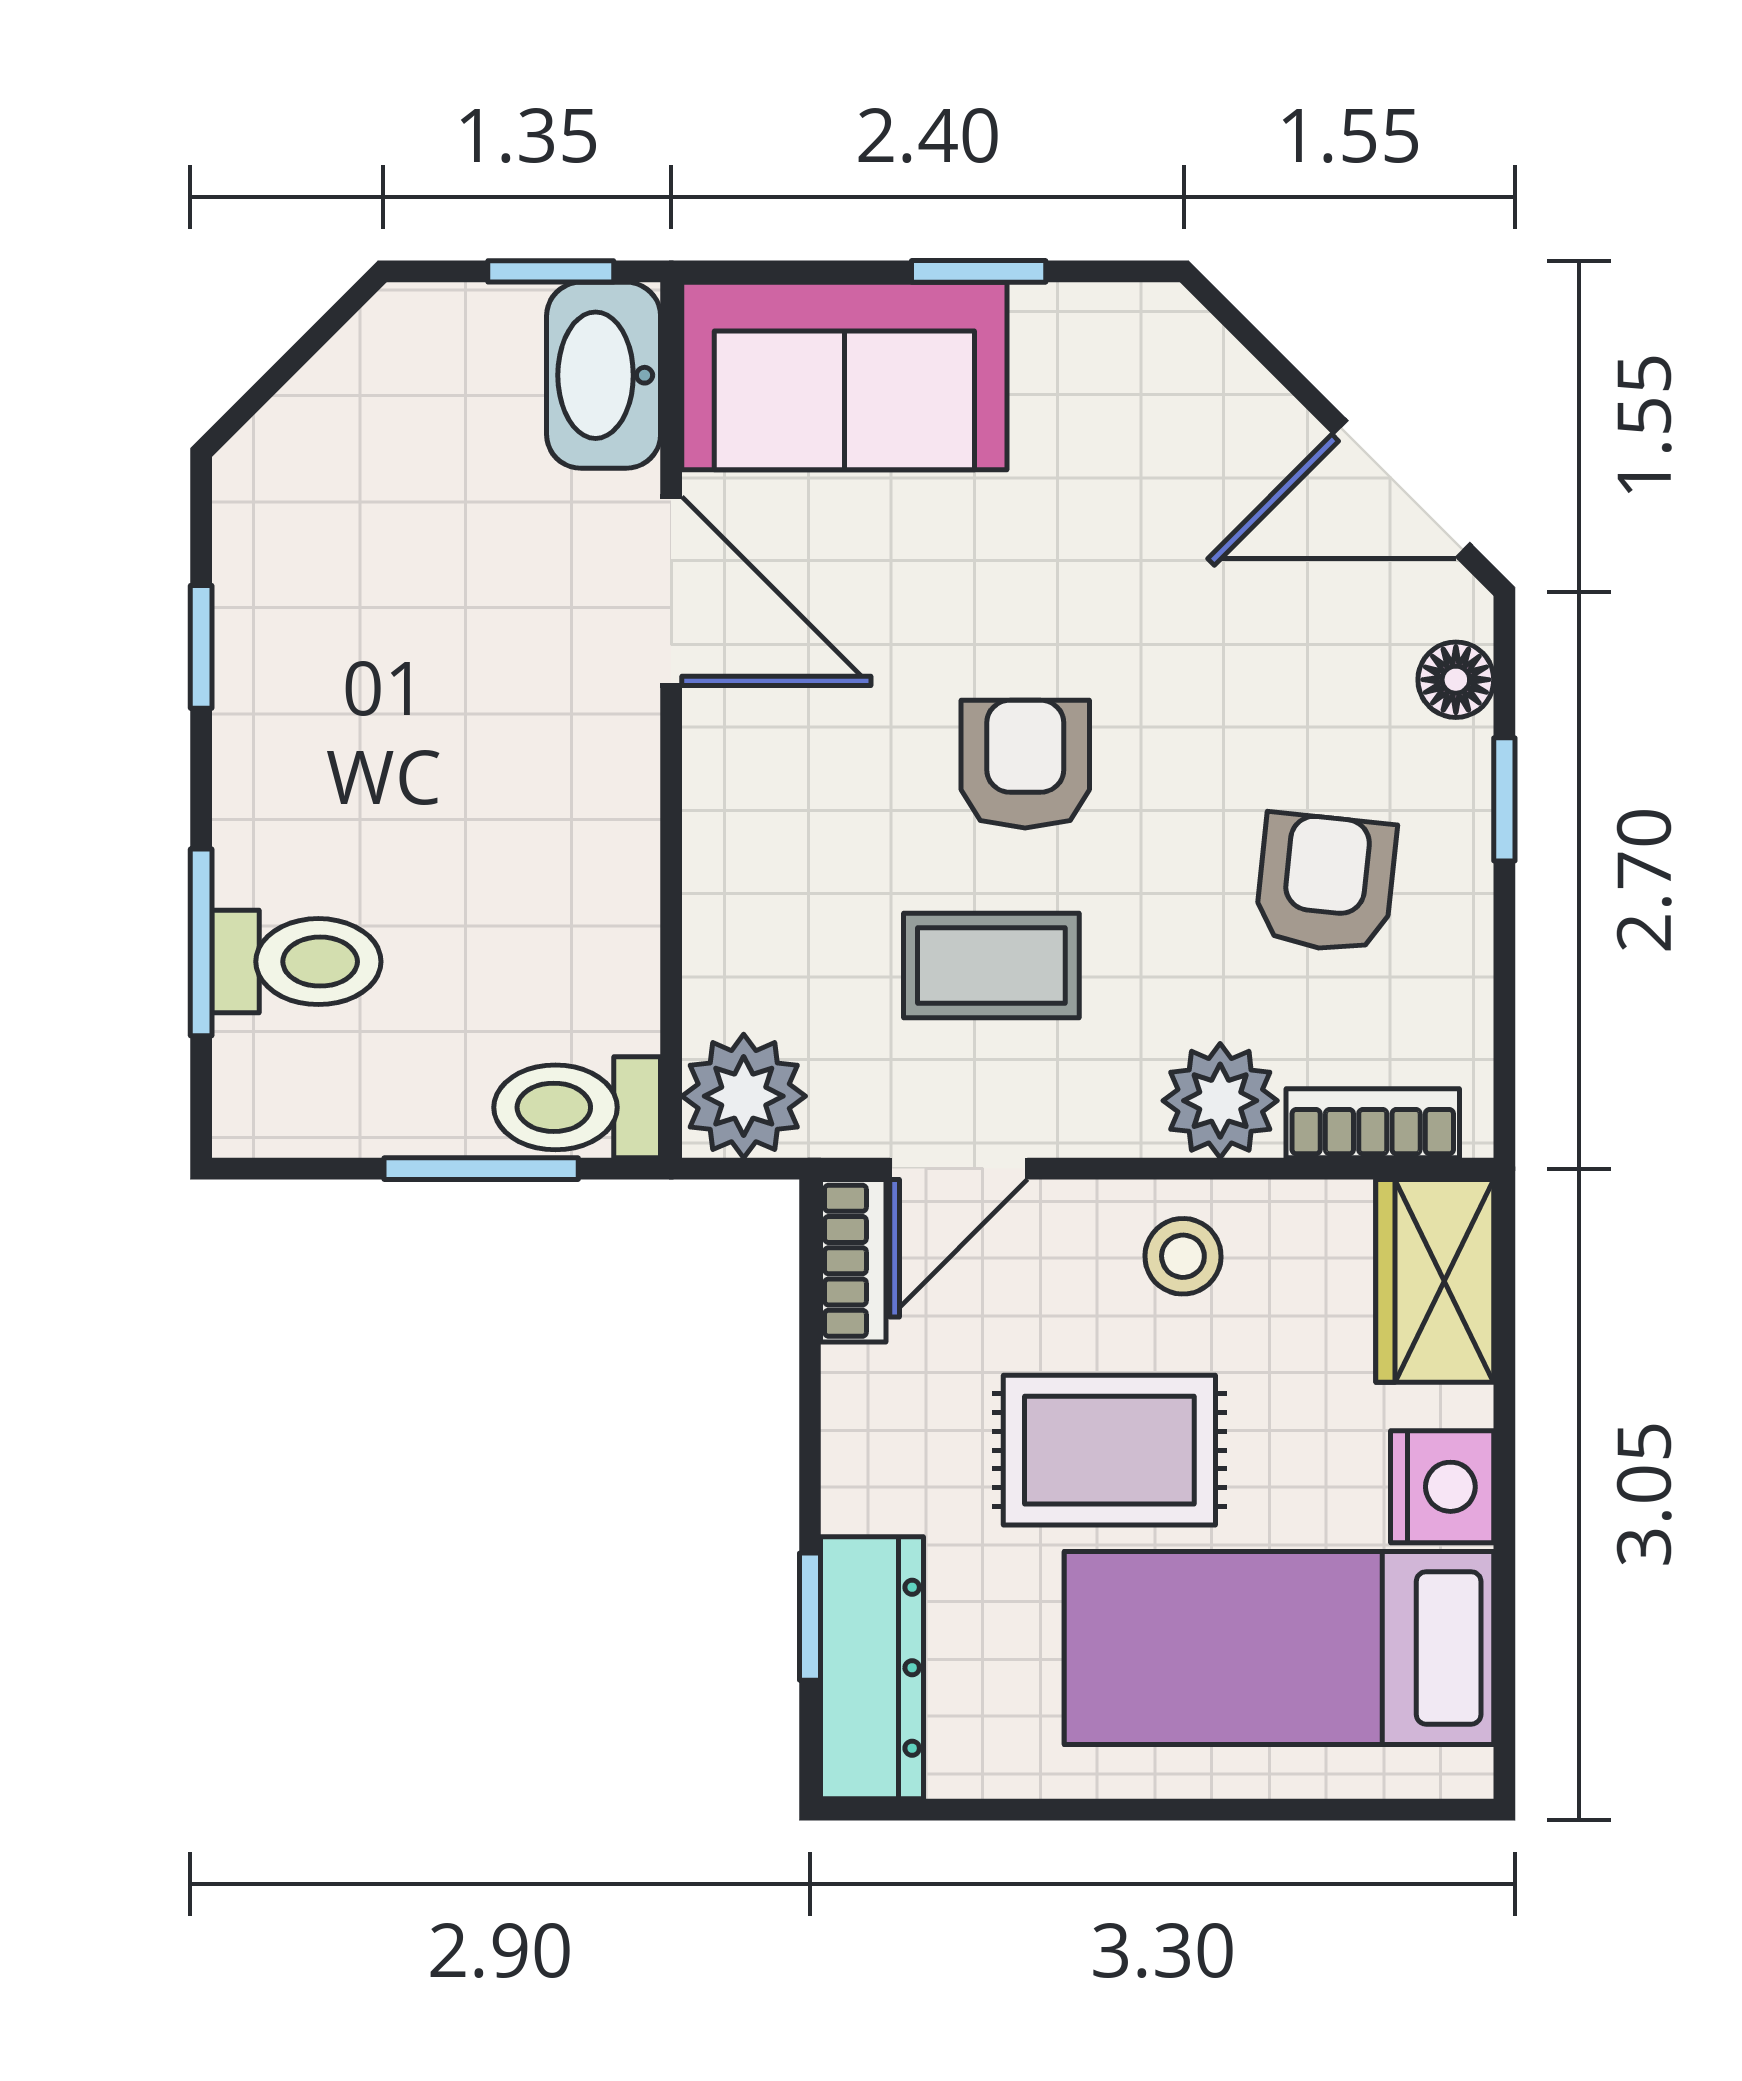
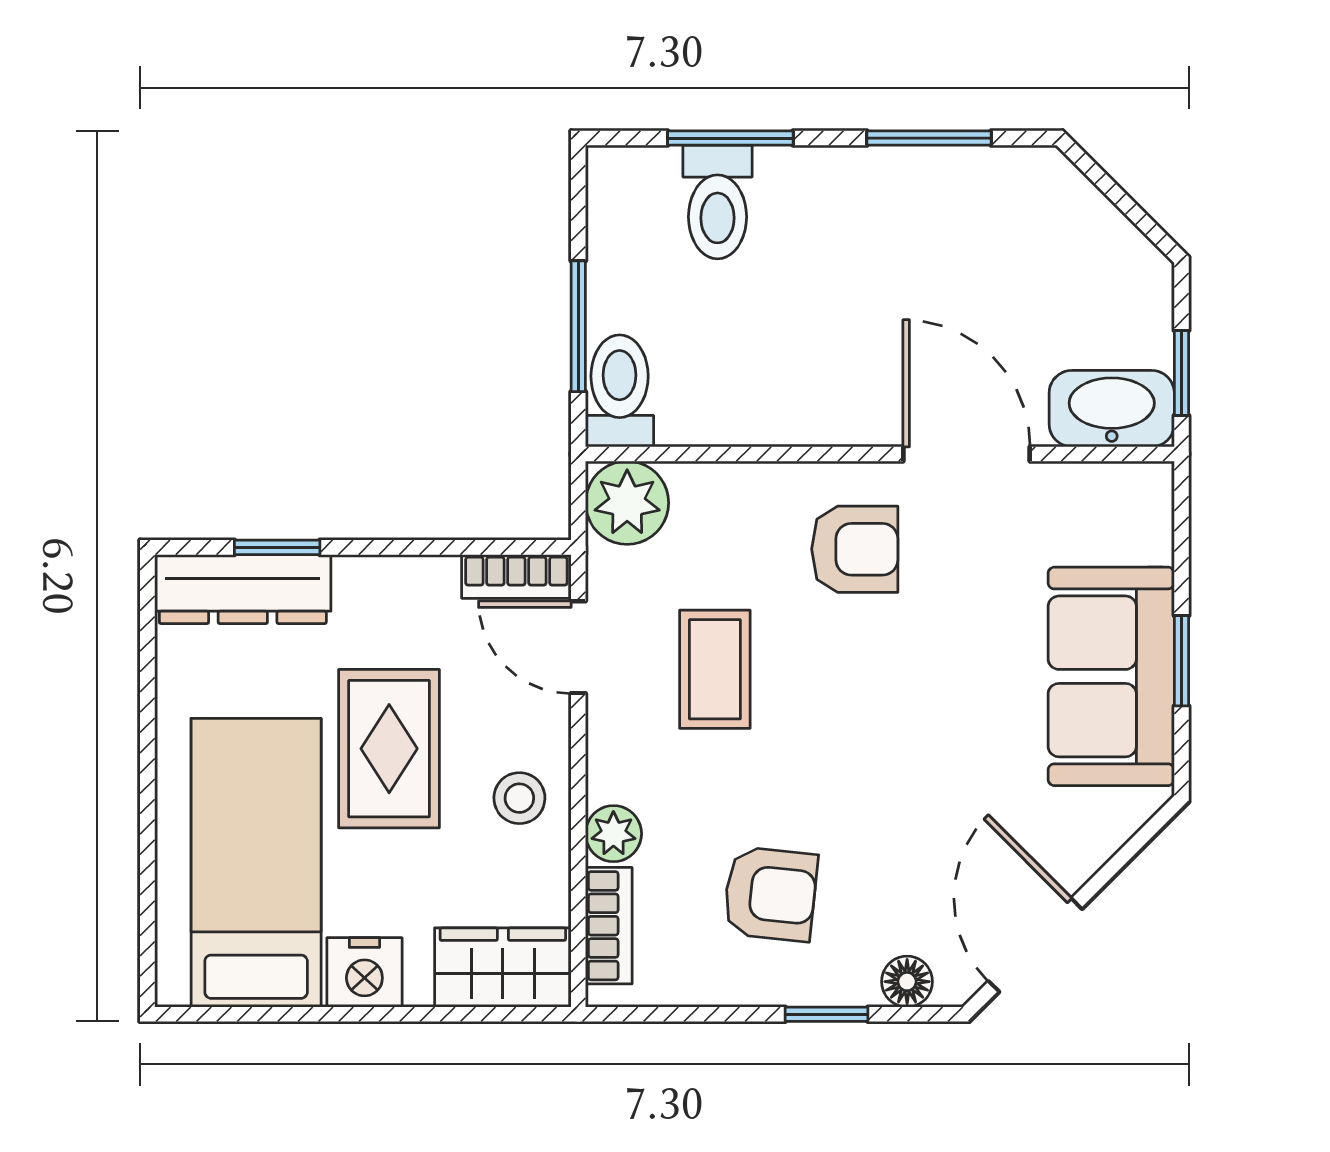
sofa: (844, 376) -> (1111, 676), moved
door: (671, 591) -> (967, 454), swing flipped
window: (201, 647) -> (929, 138), width x1.50
armchair: (1025, 764) -> (855, 549), moved
plant: (1220, 1101) -> (613, 834), width x0.73, depth x0.73

